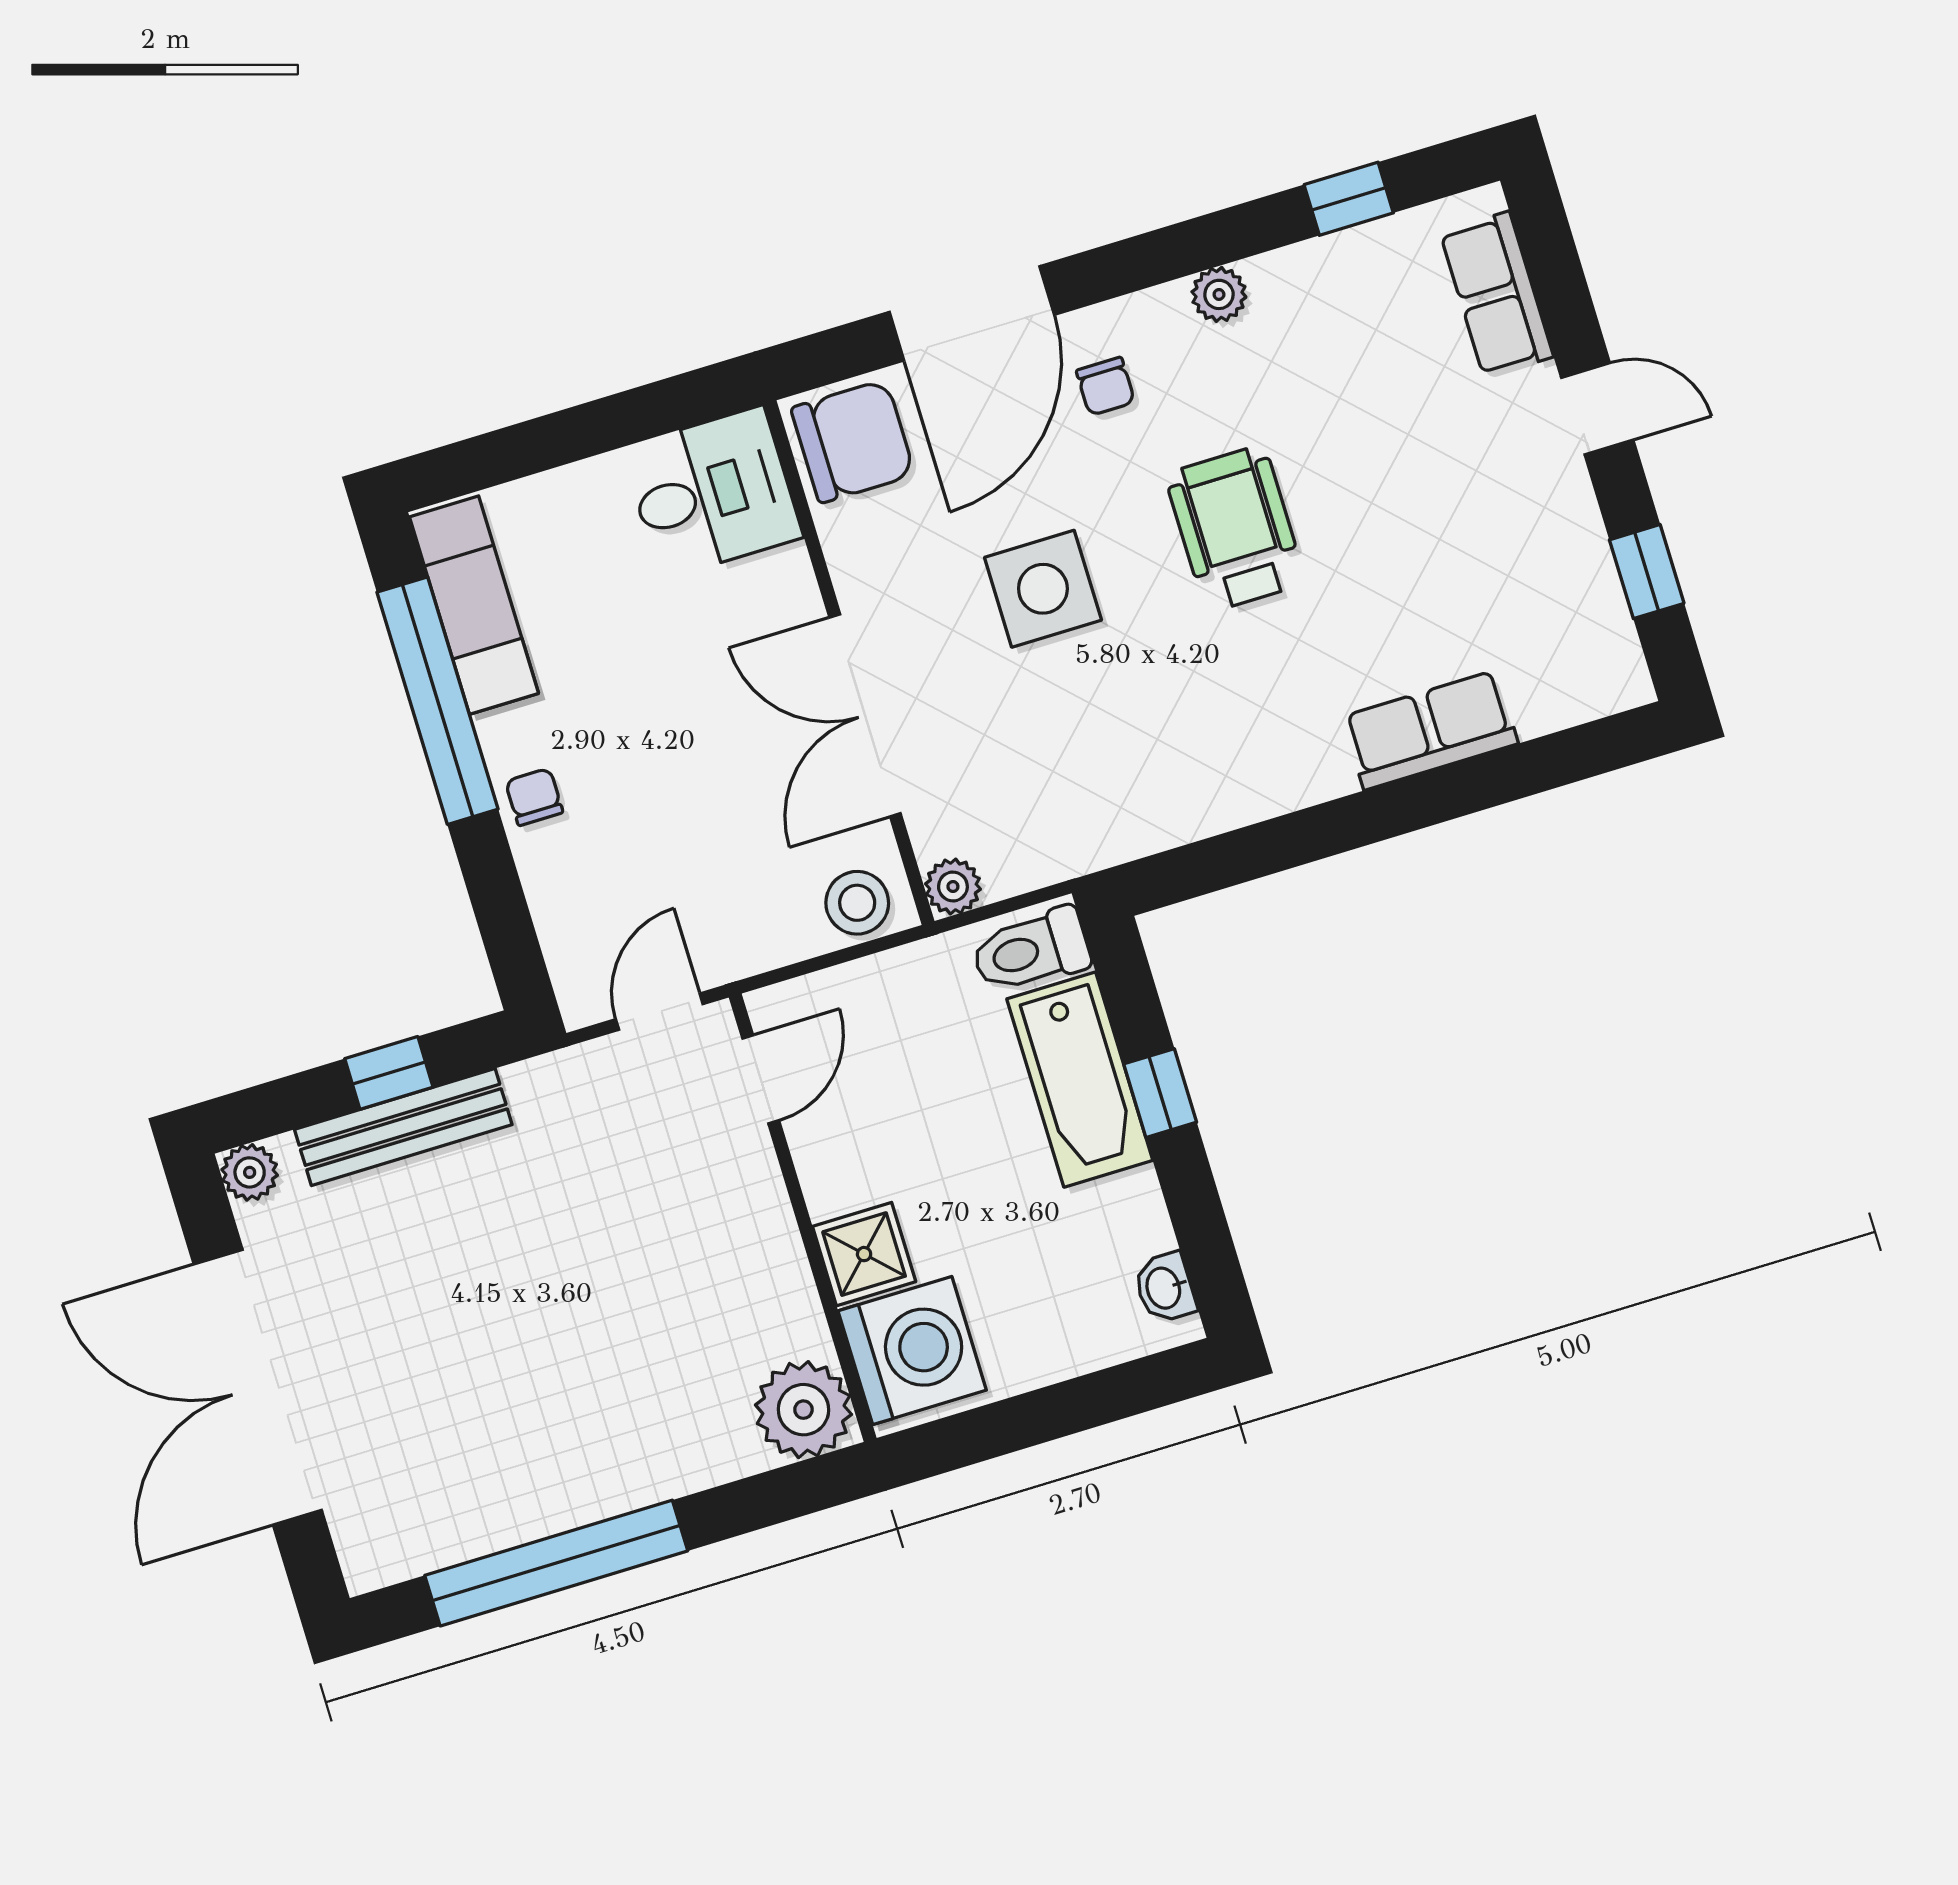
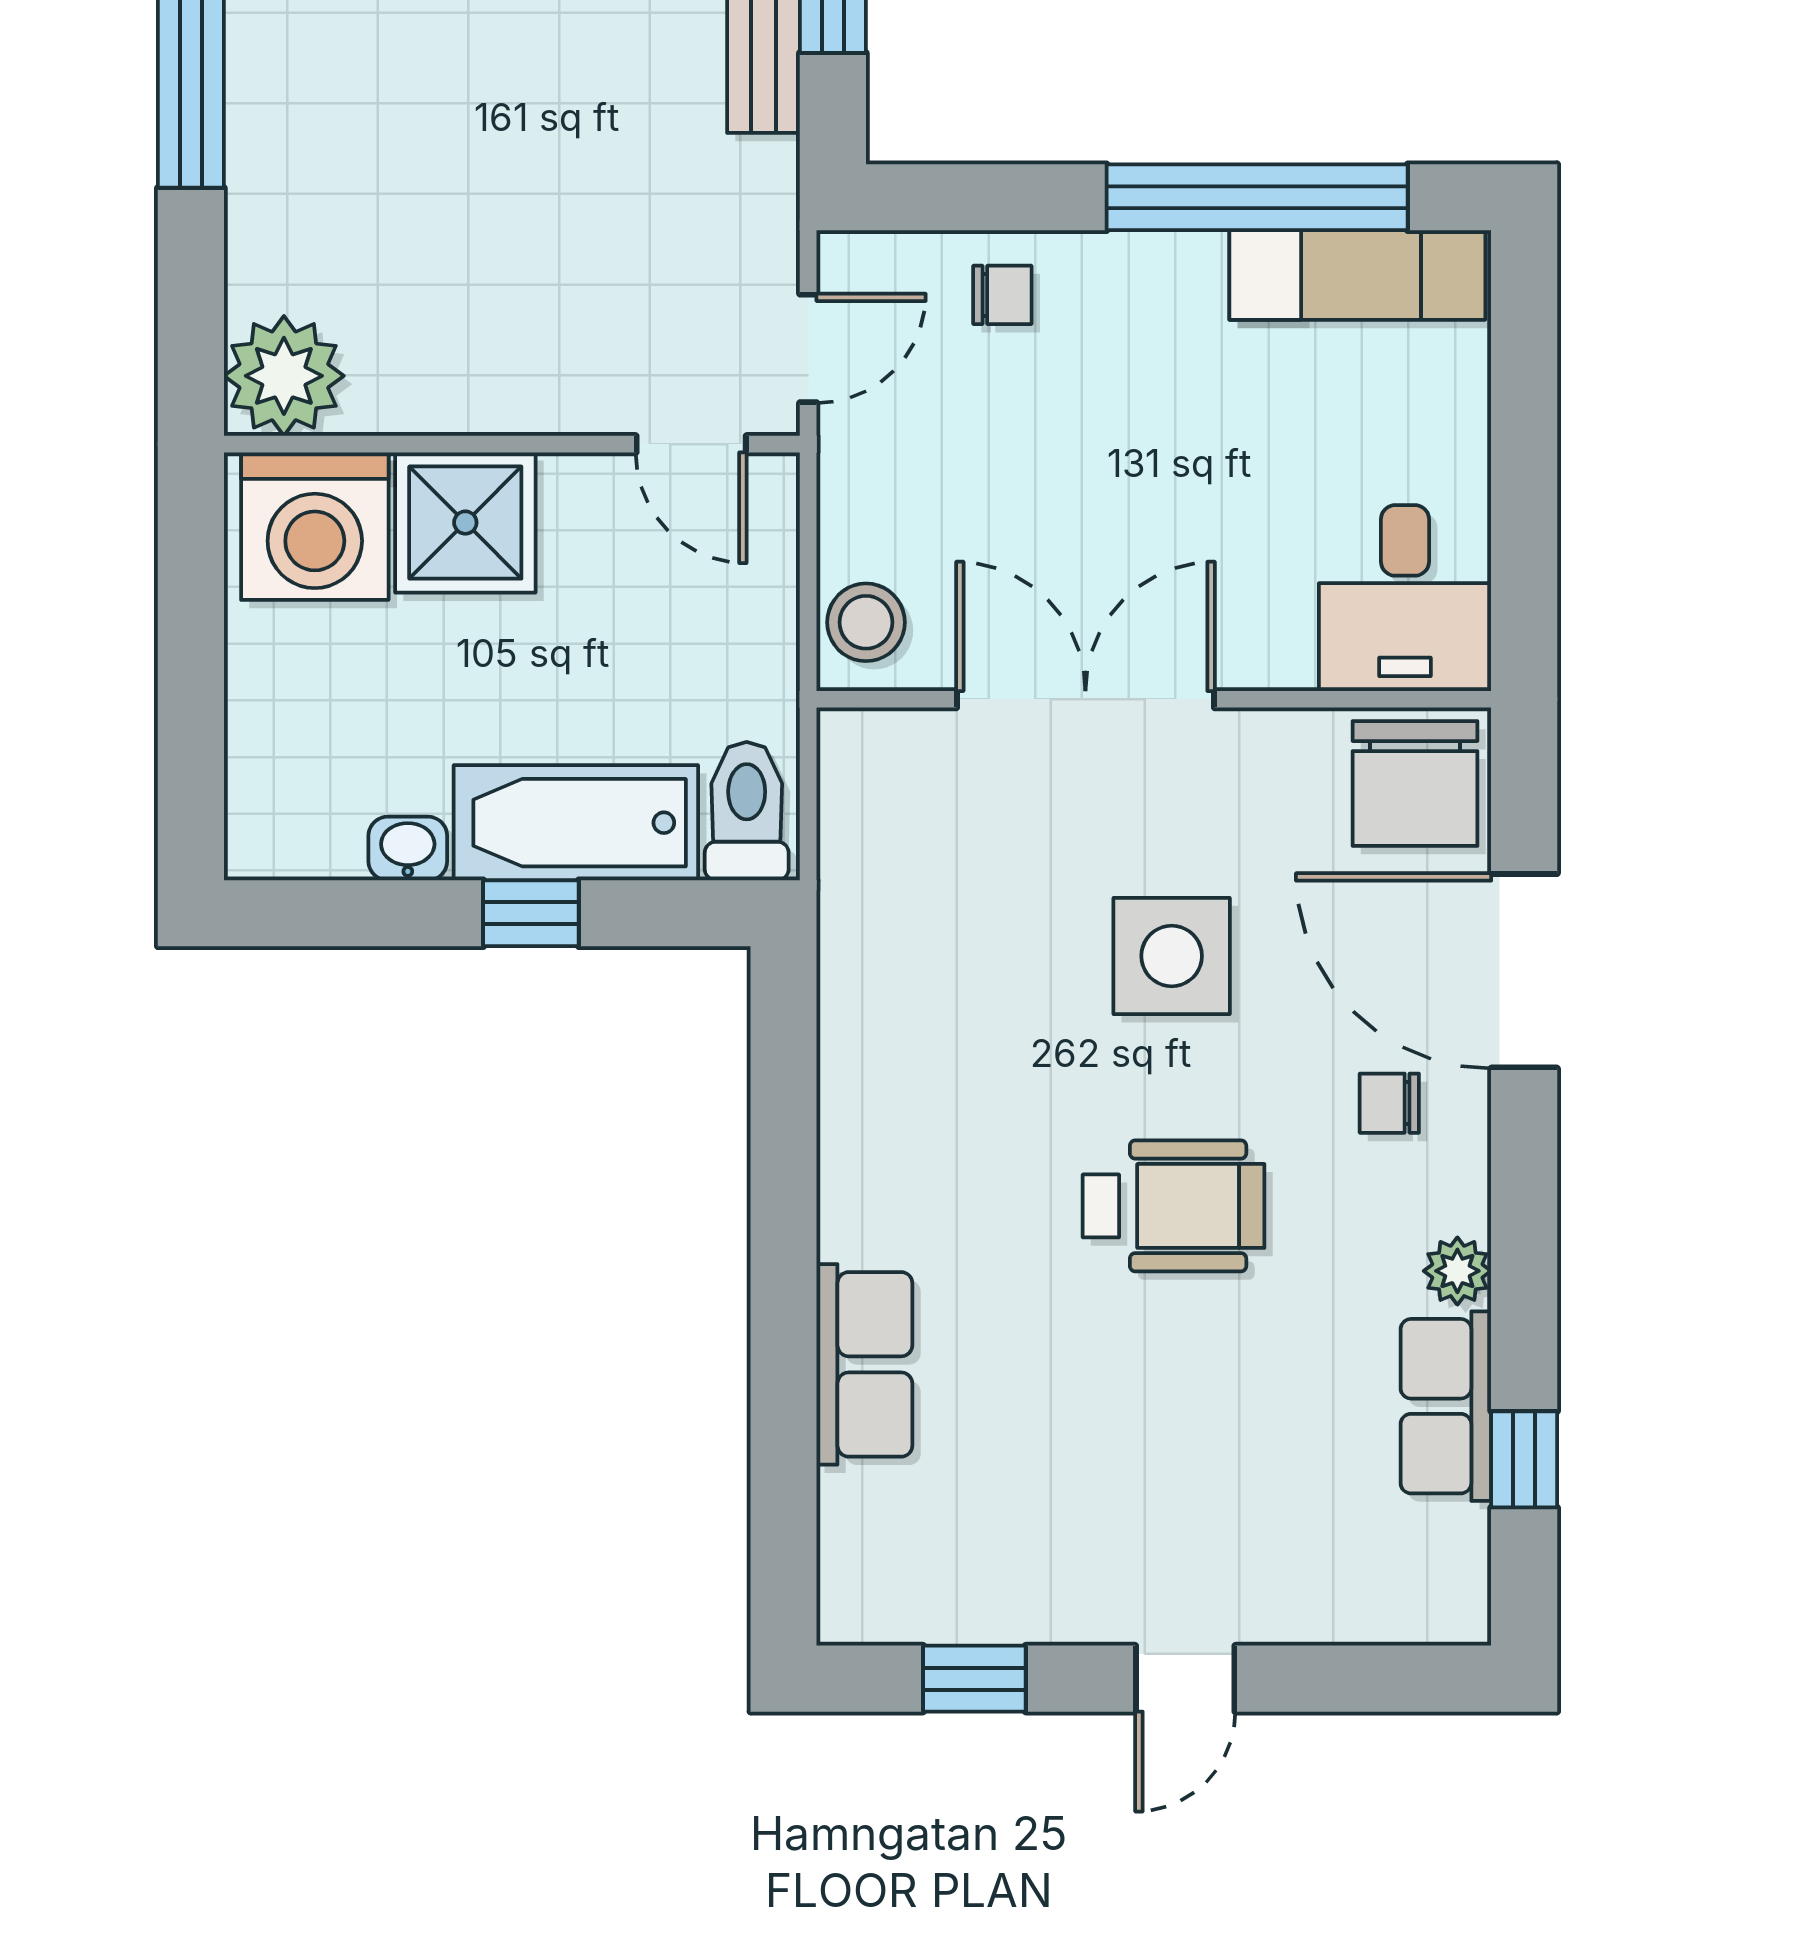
row of seats: (1497, 294) -> (1446, 1406), moved, turned -90
chair: (534, 797) -> (1002, 295), moved
plant: (953, 887) -> (851, 742), removed
door: (659, 1012) -> (808, 348), hinge flipped
shower: (864, 1254) -> (465, 523), width x1.36, depth x1.36
washbasin: (1165, 1288) -> (408, 849), moved

